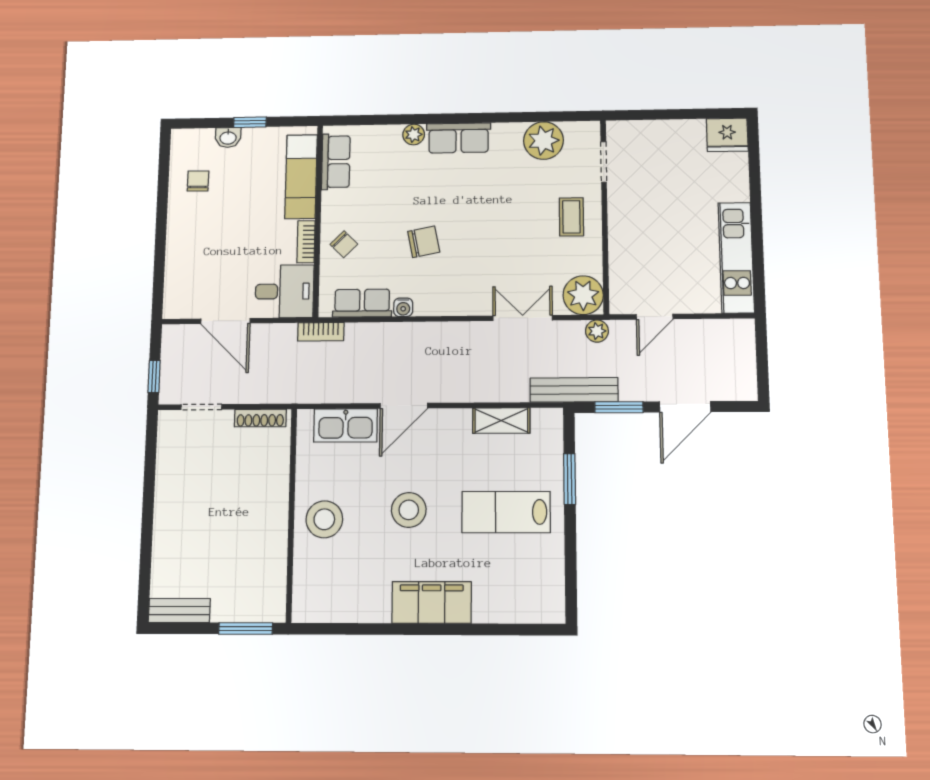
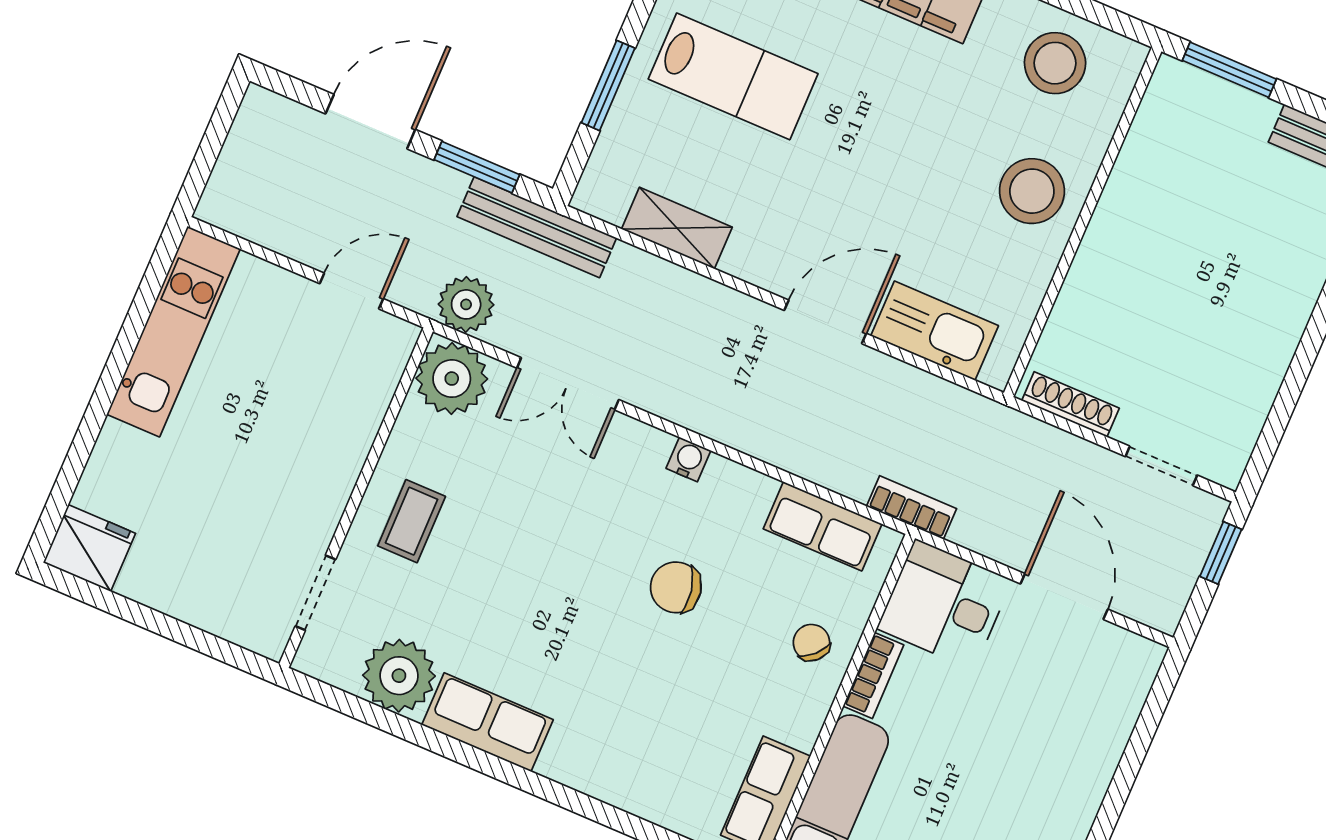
plant: (414, 135) -> (613, 785), removed
row of seats: (459, 138) -> (487, 722), moved
water cooler: (403, 307) -> (688, 460), moved
plant: (597, 331) -> (466, 304), width x1.38, depth x1.38
stool: (409, 510) -> (1055, 63), moved

